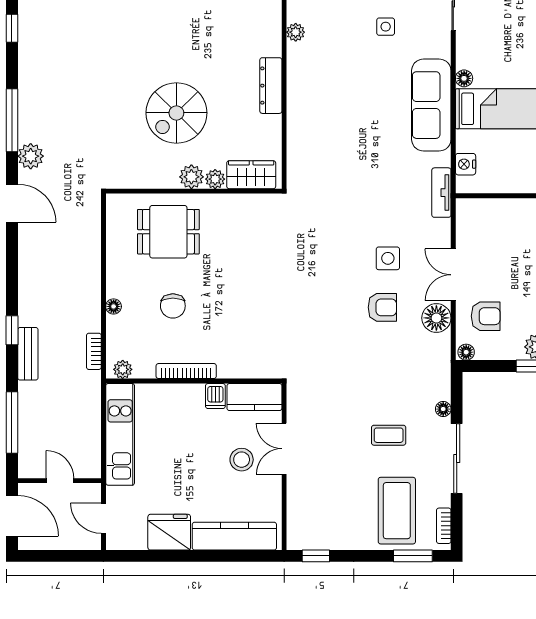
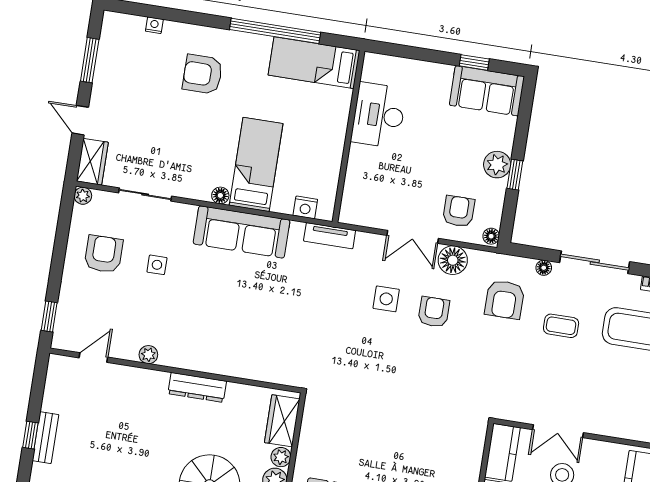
armchair: (406, 375) -> (505, 300), added
coffee table: (389, 435) -> (561, 326), turned 90

